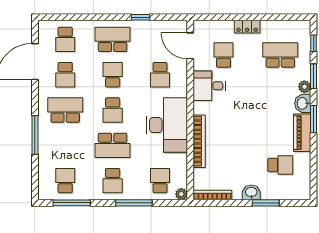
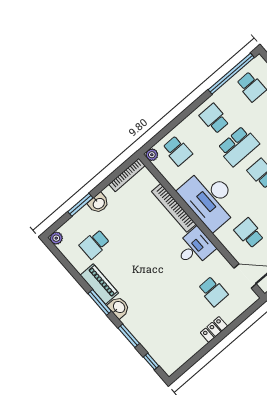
school desk: (280, 55) -> (169, 330), removed
desk: (209, 86) -> (195, 248), moved
plant: (304, 87) -> (56, 238), moved
school desk: (113, 145) -> (238, 146), turned 180
window: (72, 203) -> (231, 74), width x1.46
window: (134, 203) -> (183, 116), removed

